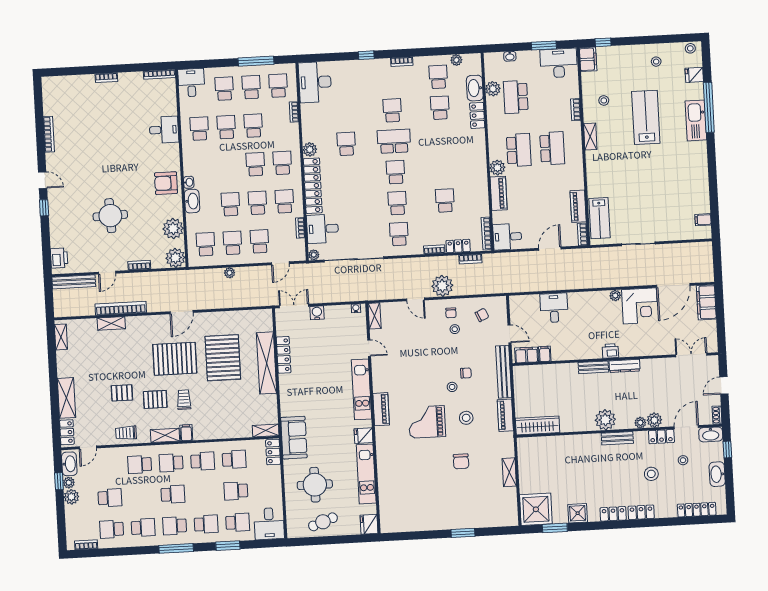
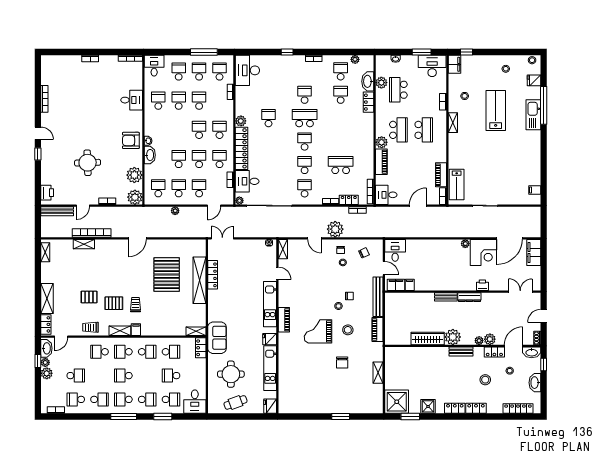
school desk: (445, 201) -> (341, 165), width x1.85
desk: (554, 308) -> (395, 250), moved
water cooler: (317, 313) -> (239, 245), removed
printer: (610, 351) -> (482, 285), moved
pallet: (175, 359) -> (130, 273), removed
wardrobe: (538, 425) -> (428, 339), moved
school desk: (173, 494) -> (123, 376), turned 180

